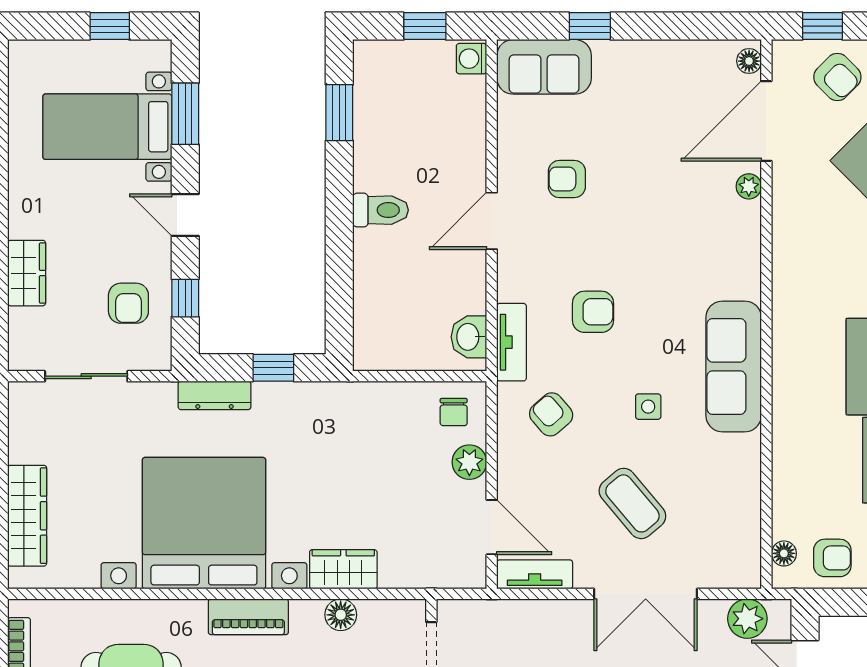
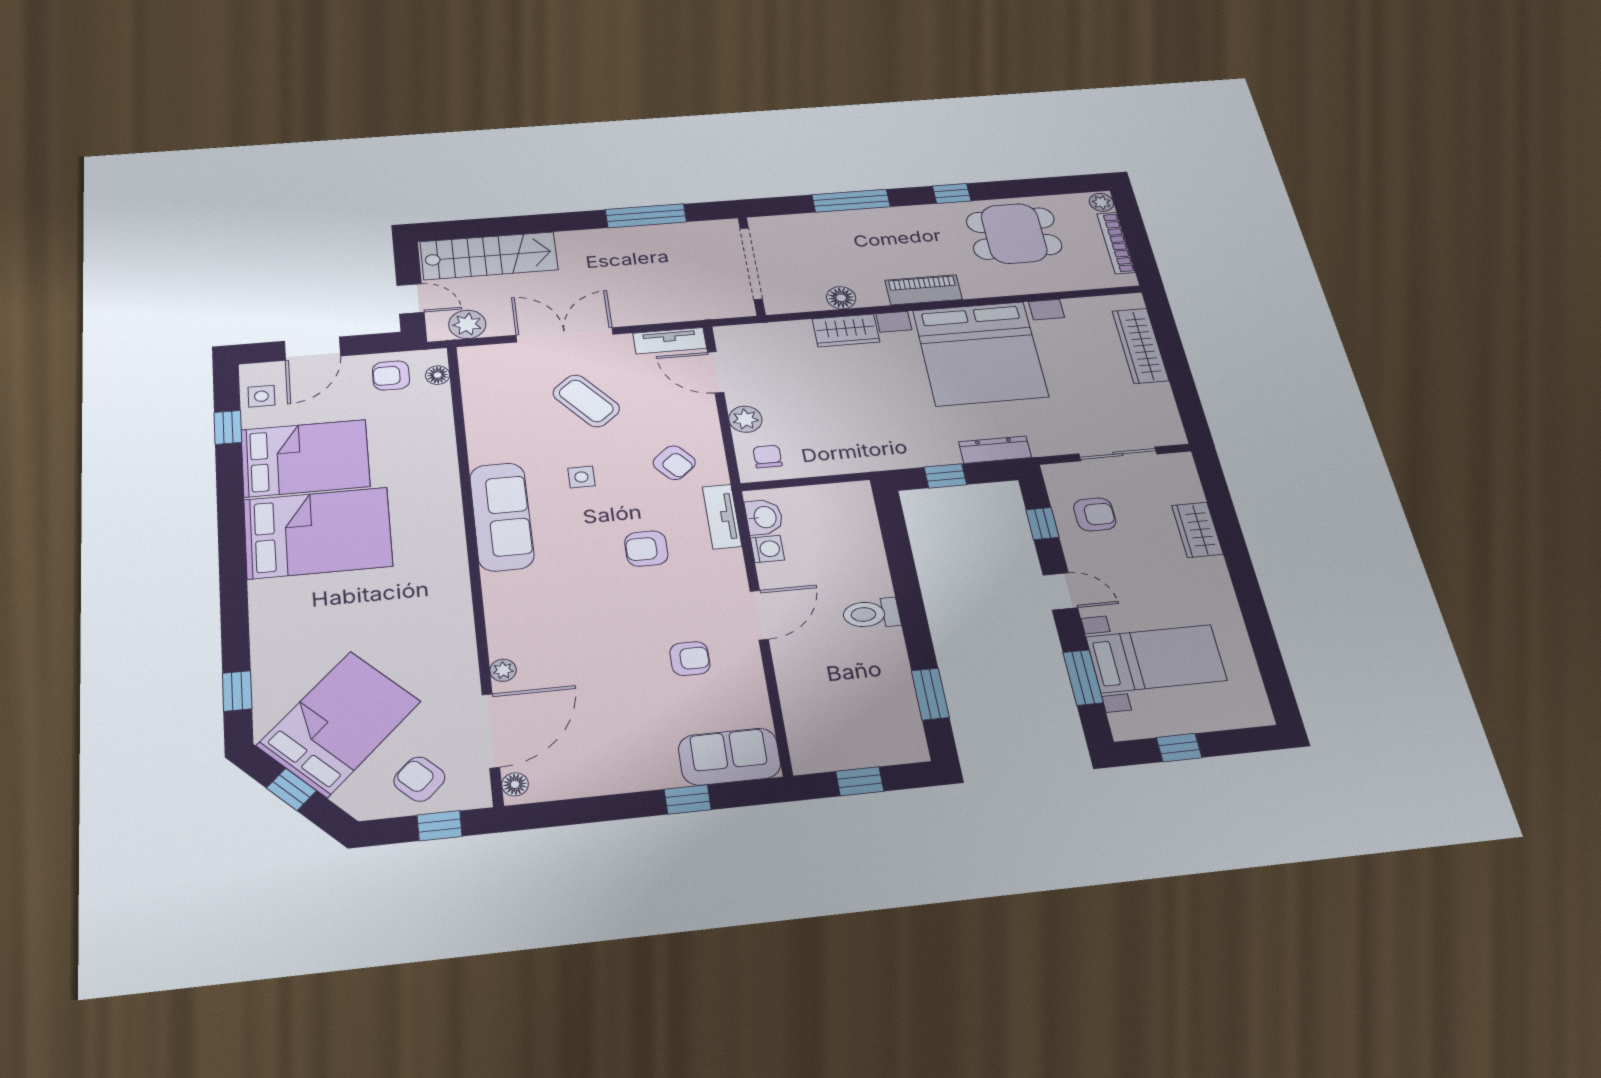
washing machine: (472, 59) -> (767, 549), moved
armchair: (128, 303) -> (1095, 514), turned 90

